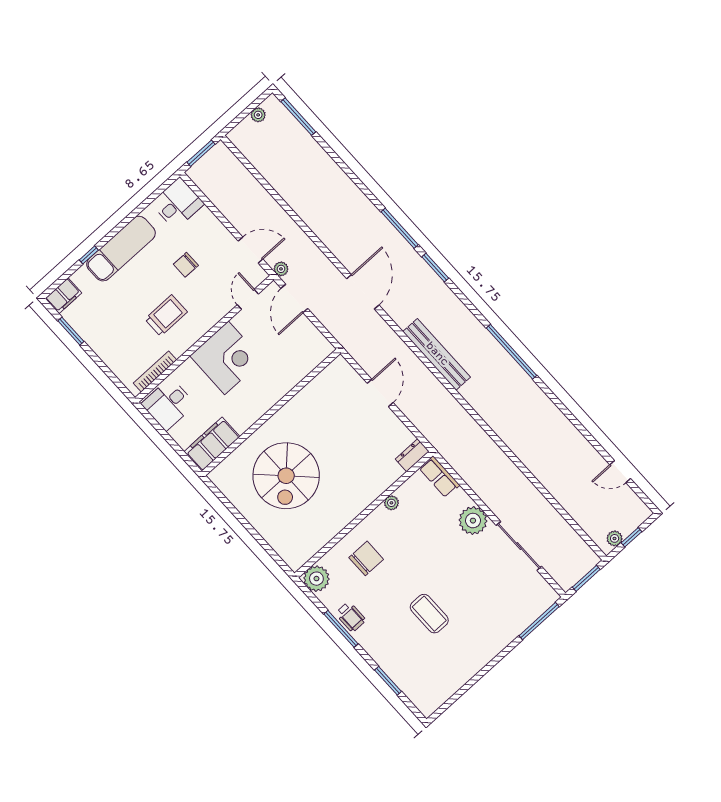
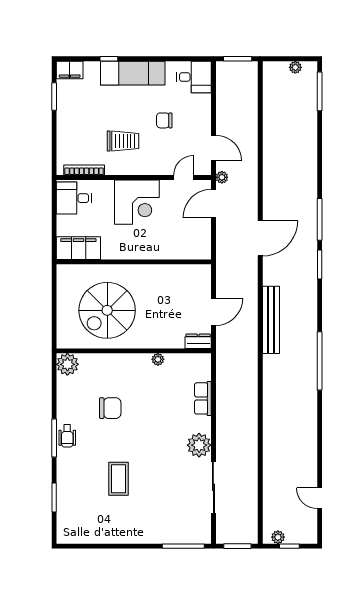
dresser: (412, 455) -> (198, 341), moved
plant: (391, 503) -> (158, 359), moved
wall: (364, 514) -> (134, 351), moved
plant: (316, 579) -> (67, 364), moved

